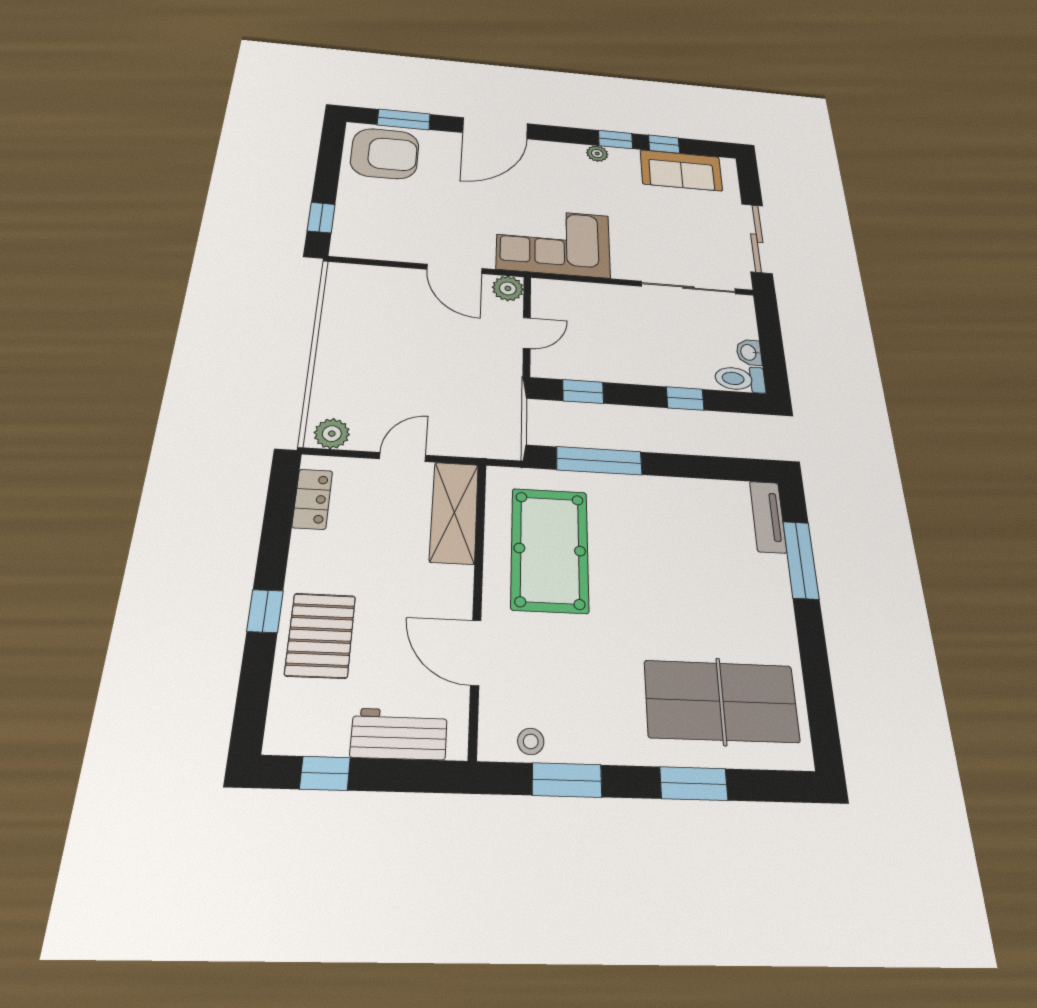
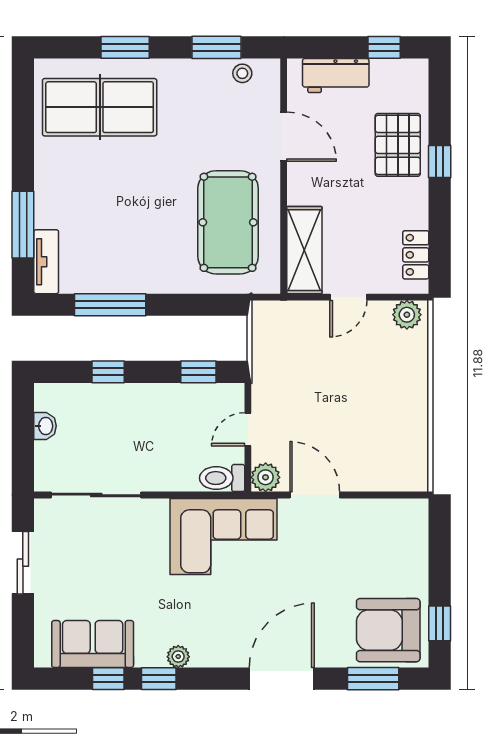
window: (321, 218) -> (440, 623), moved
sliding door: (757, 238) -> (23, 563), width x0.73
toilet: (740, 379) -> (222, 478), moved, turned 180
window: (599, 461) -> (110, 305), moved

